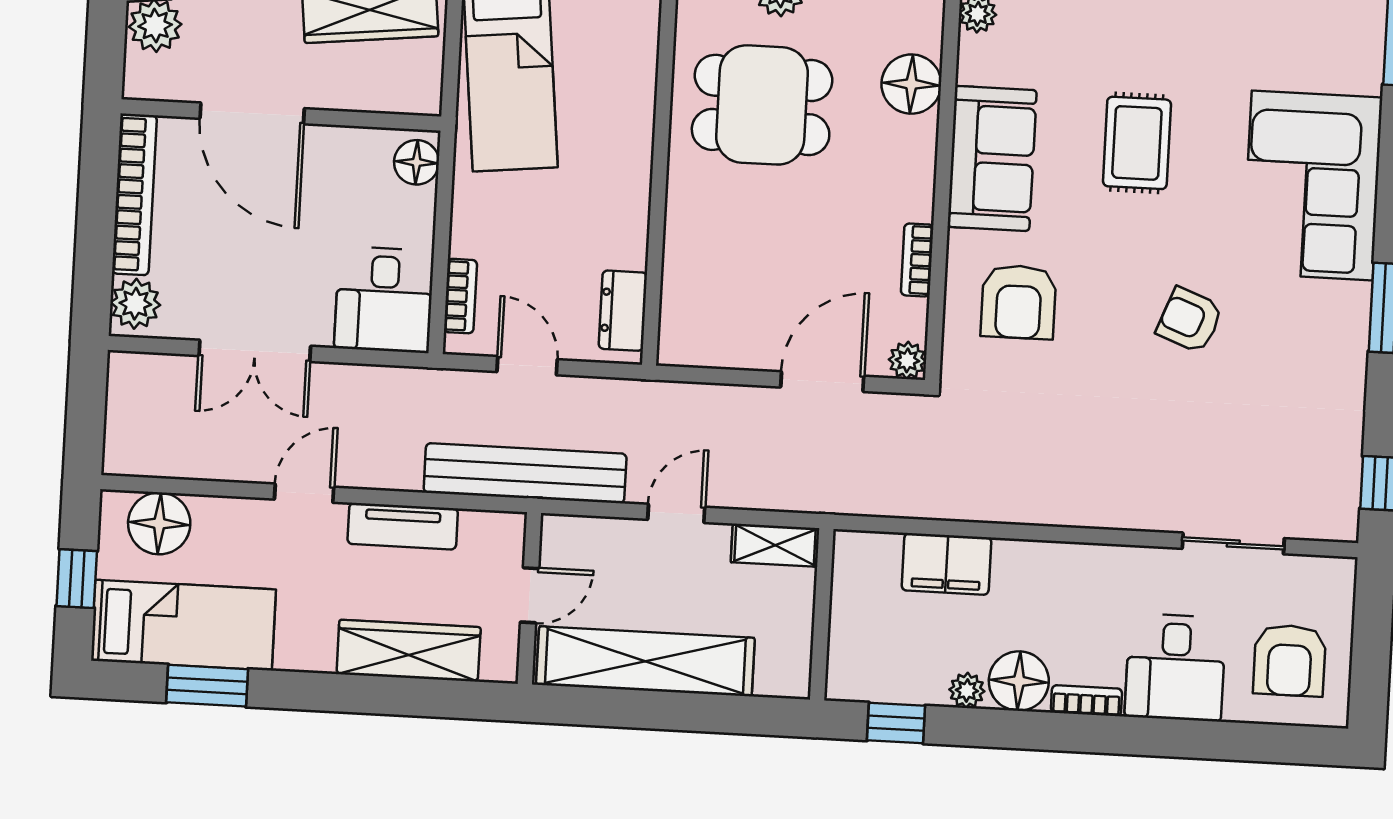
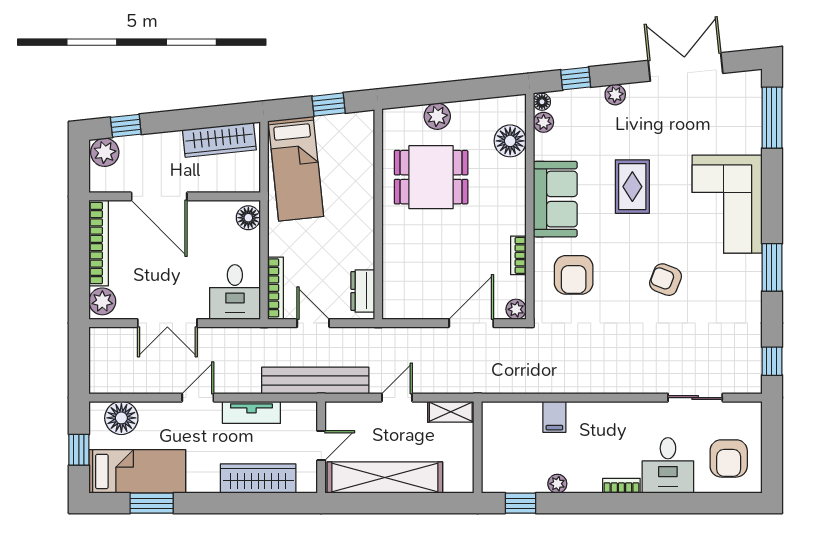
floor lamp: (911, 84) -> (510, 141), moved
bookcase: (460, 296) -> (276, 288), width x1.56
filing cabinet: (947, 564) -> (554, 417), width x0.50
floor lamp: (1019, 681) -> (585, 477), removed

